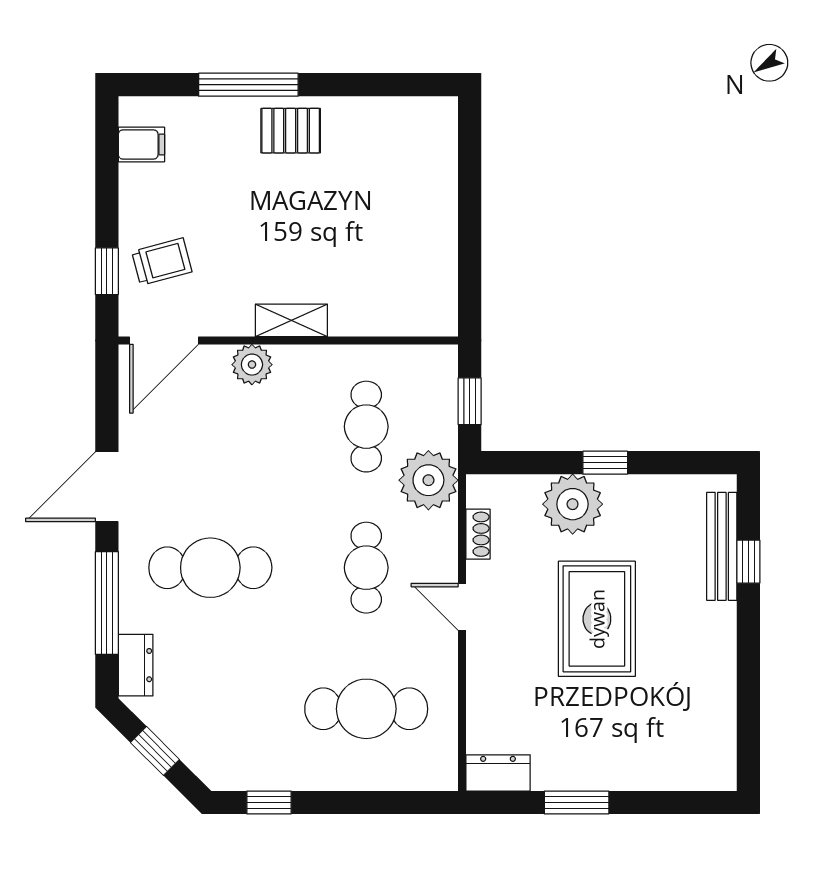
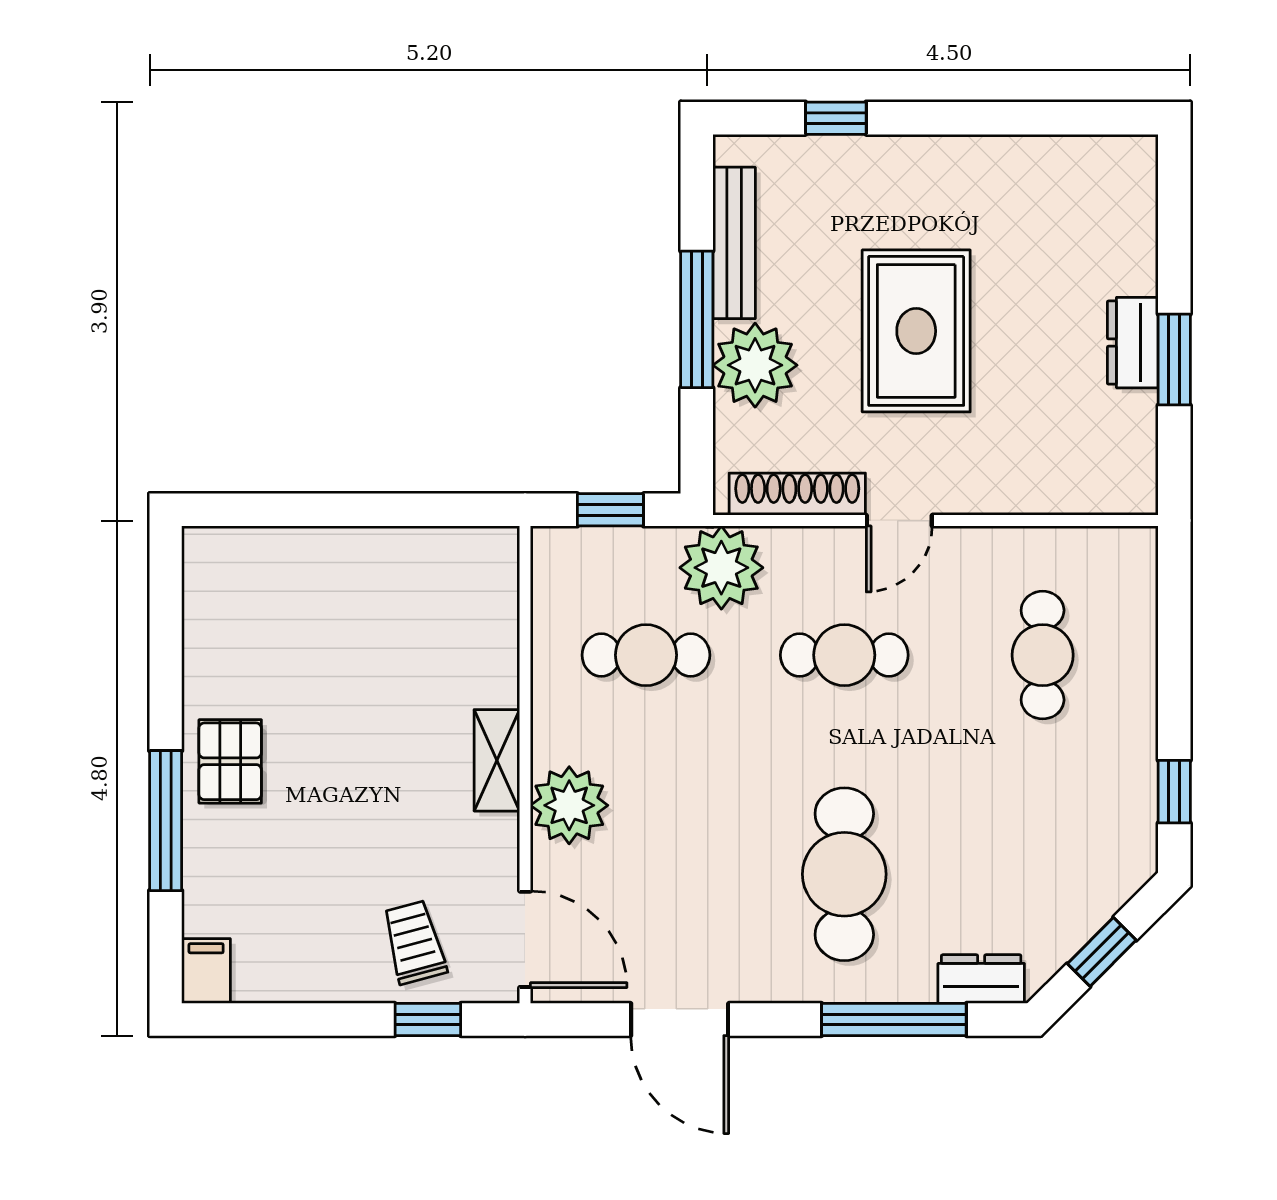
filing cabinet: (141, 144) -> (206, 971), moved
plant: (252, 365) -> (569, 805), width x1.36, depth x1.36
window: (605, 463) -> (697, 319), width x2.17
door: (107, 487) -> (680, 1019), moved
shoe rack: (478, 534) -> (797, 494), width x1.94, depth x1.24
bench: (722, 546) -> (734, 243), moved, turned 90
rug: (597, 619) -> (916, 331), turned 90
cafe table: (366, 709) -> (1043, 655), width x0.73, depth x0.74
dresser: (498, 773) -> (1133, 343), moved

